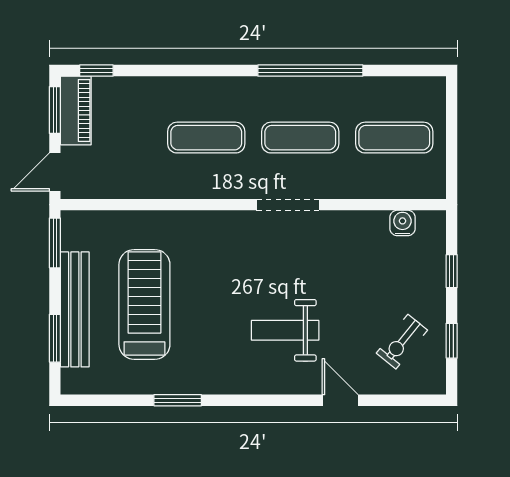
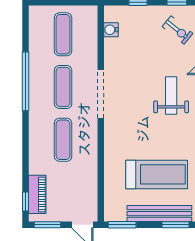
piano: (76, 111) -> (37, 194), moved, turned 90
doorway: (288, 205) -> (101, 94), width x1.36
treadmill: (144, 304) -> (157, 174), turned 180
weight bench: (285, 330) -> (171, 96), turned 180

